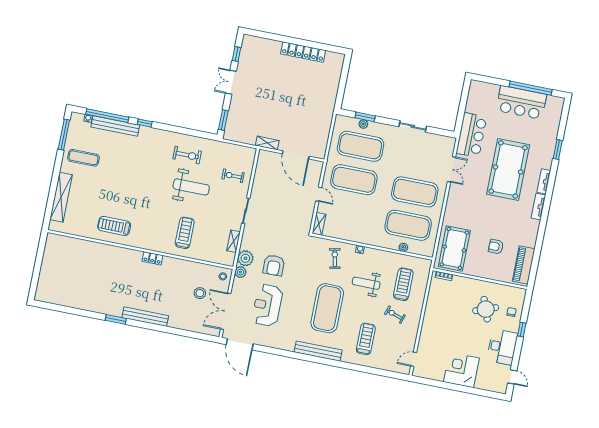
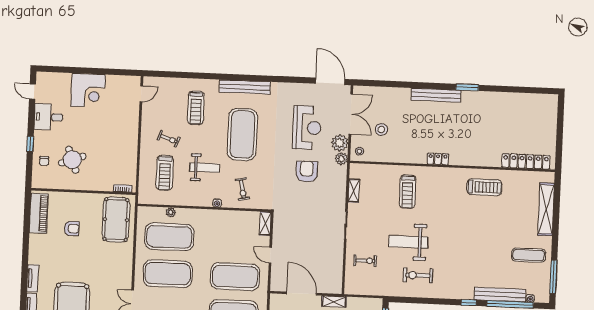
locker: (73, 244) -> (526, 161), added
plant: (245, 258) -> (340, 143), moved
desk: (502, 347) -> (48, 117), width x0.73

